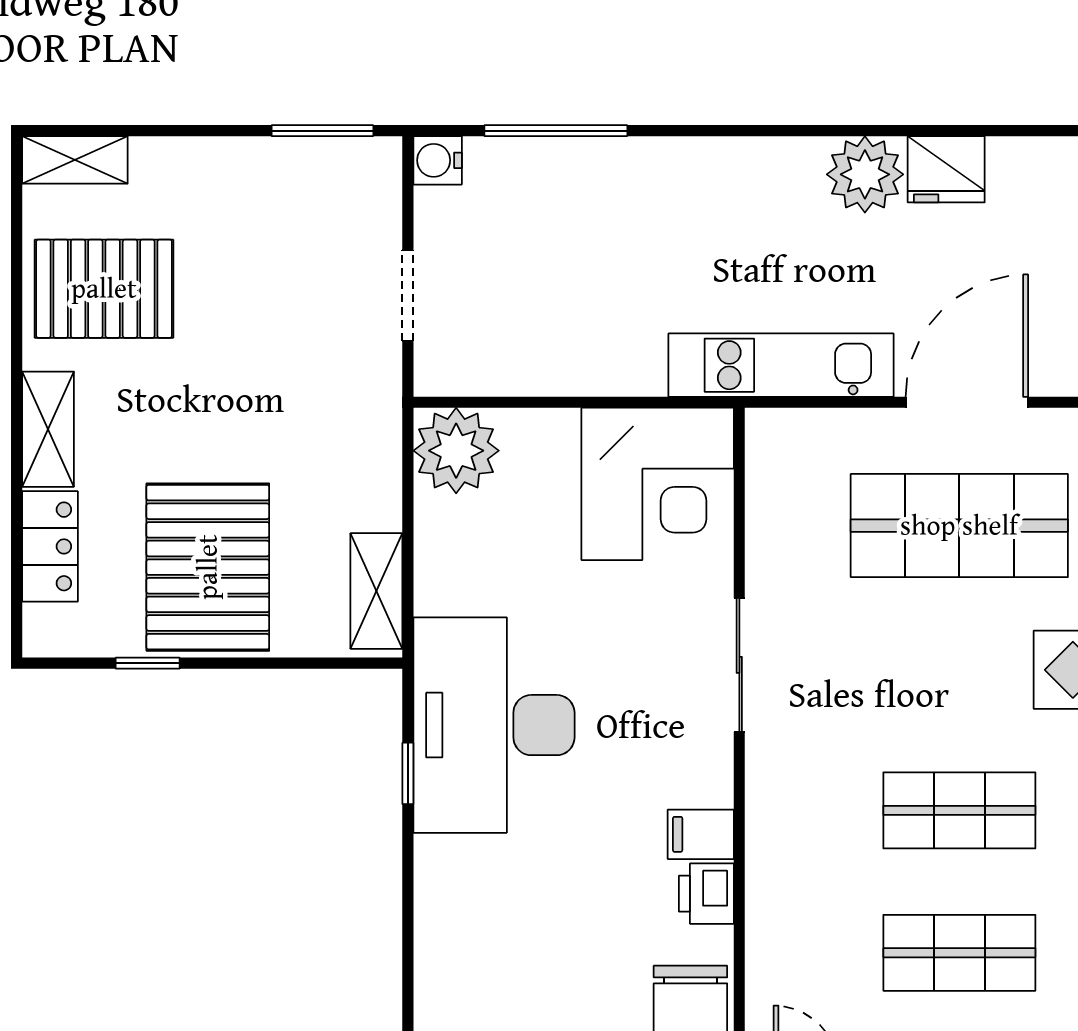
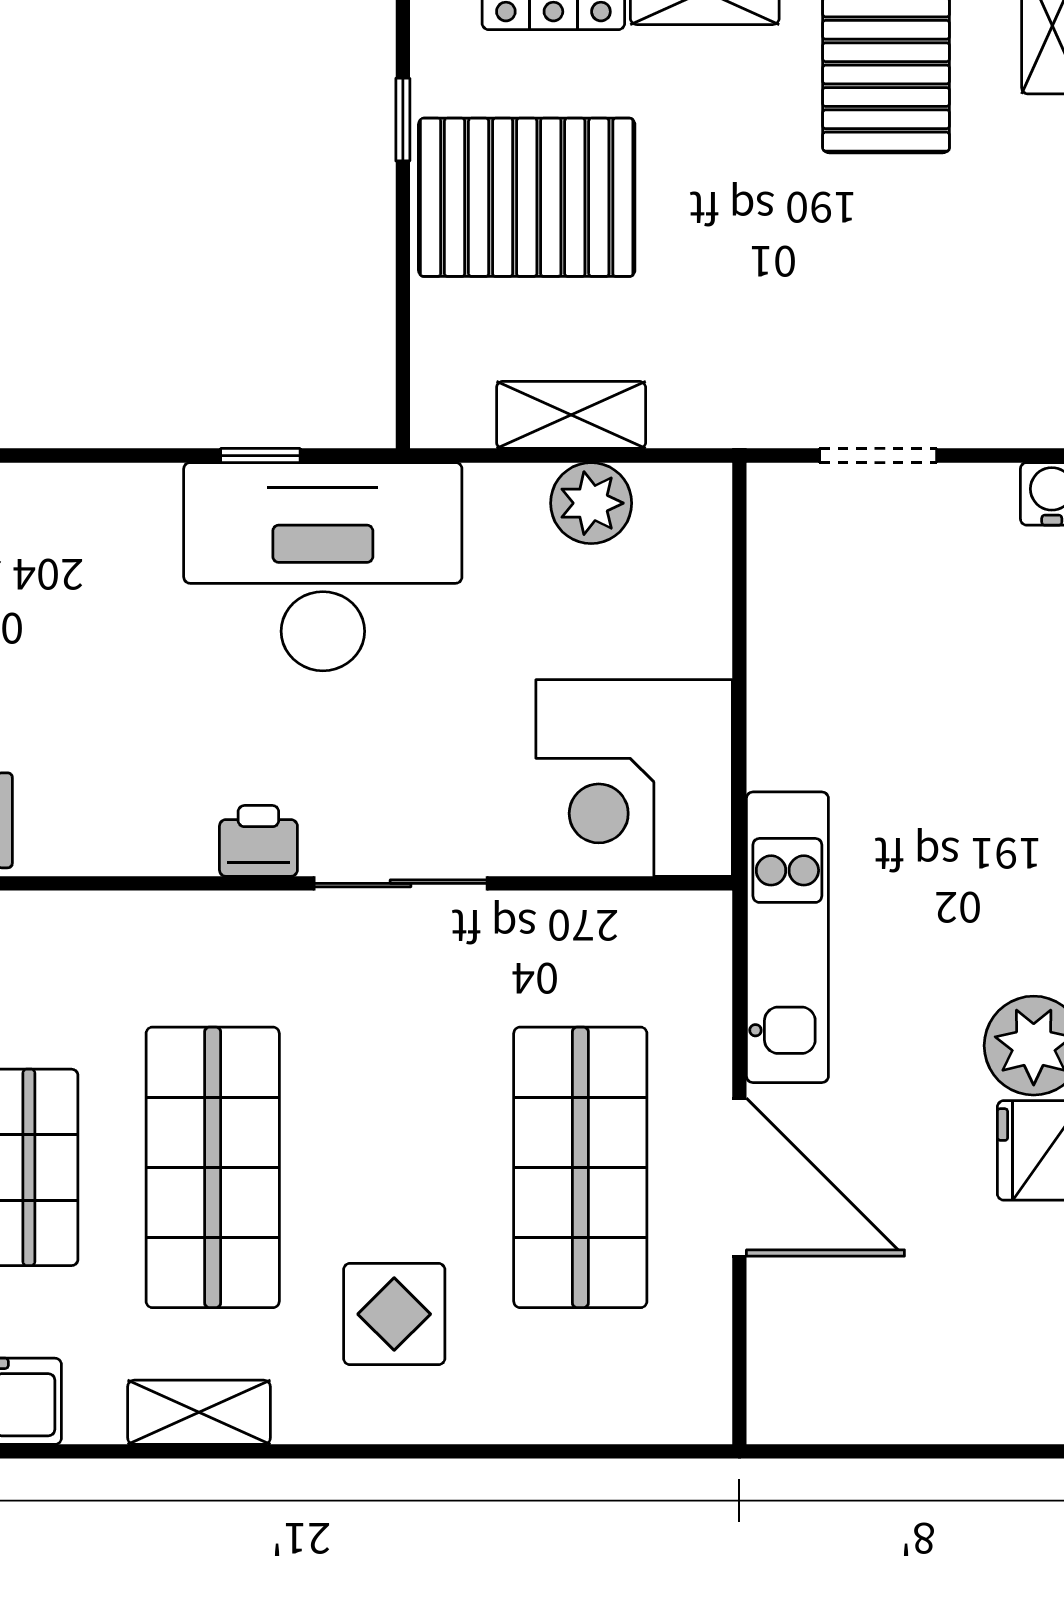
plant: (456, 451) -> (591, 503), moved, width x0.73, depth x0.73
shelving: (376, 591) -> (571, 415), moved
shop shelf: (959, 810) -> (213, 1167), width x1.43, depth x1.36
filing cabinet: (701, 834) -> (182, 834), removed
printer: (706, 894) -> (258, 841), moved

